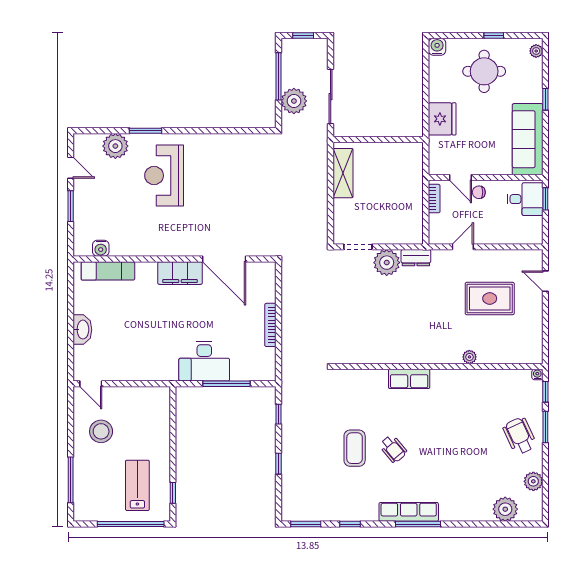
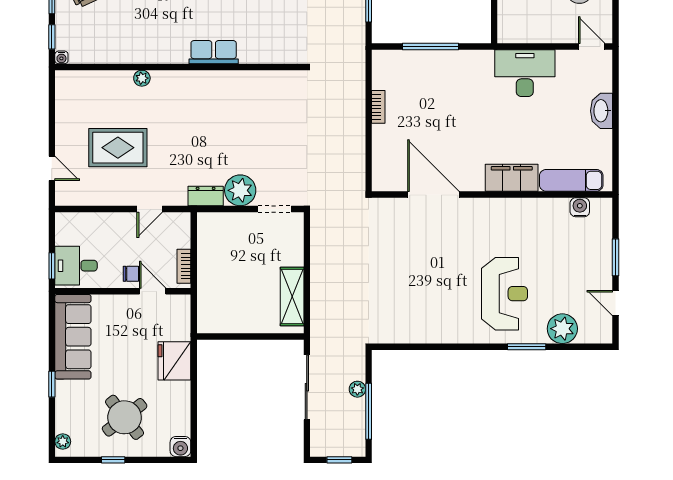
round table: (484, 71) -> (125, 417), turned -38
plant: (294, 101) -> (357, 389), width x0.53, depth x0.53
filing cabinet: (180, 273) -> (512, 178), moved
bookcase: (270, 325) -> (378, 107), width x0.64
desk: (204, 361) -> (525, 73), moved

